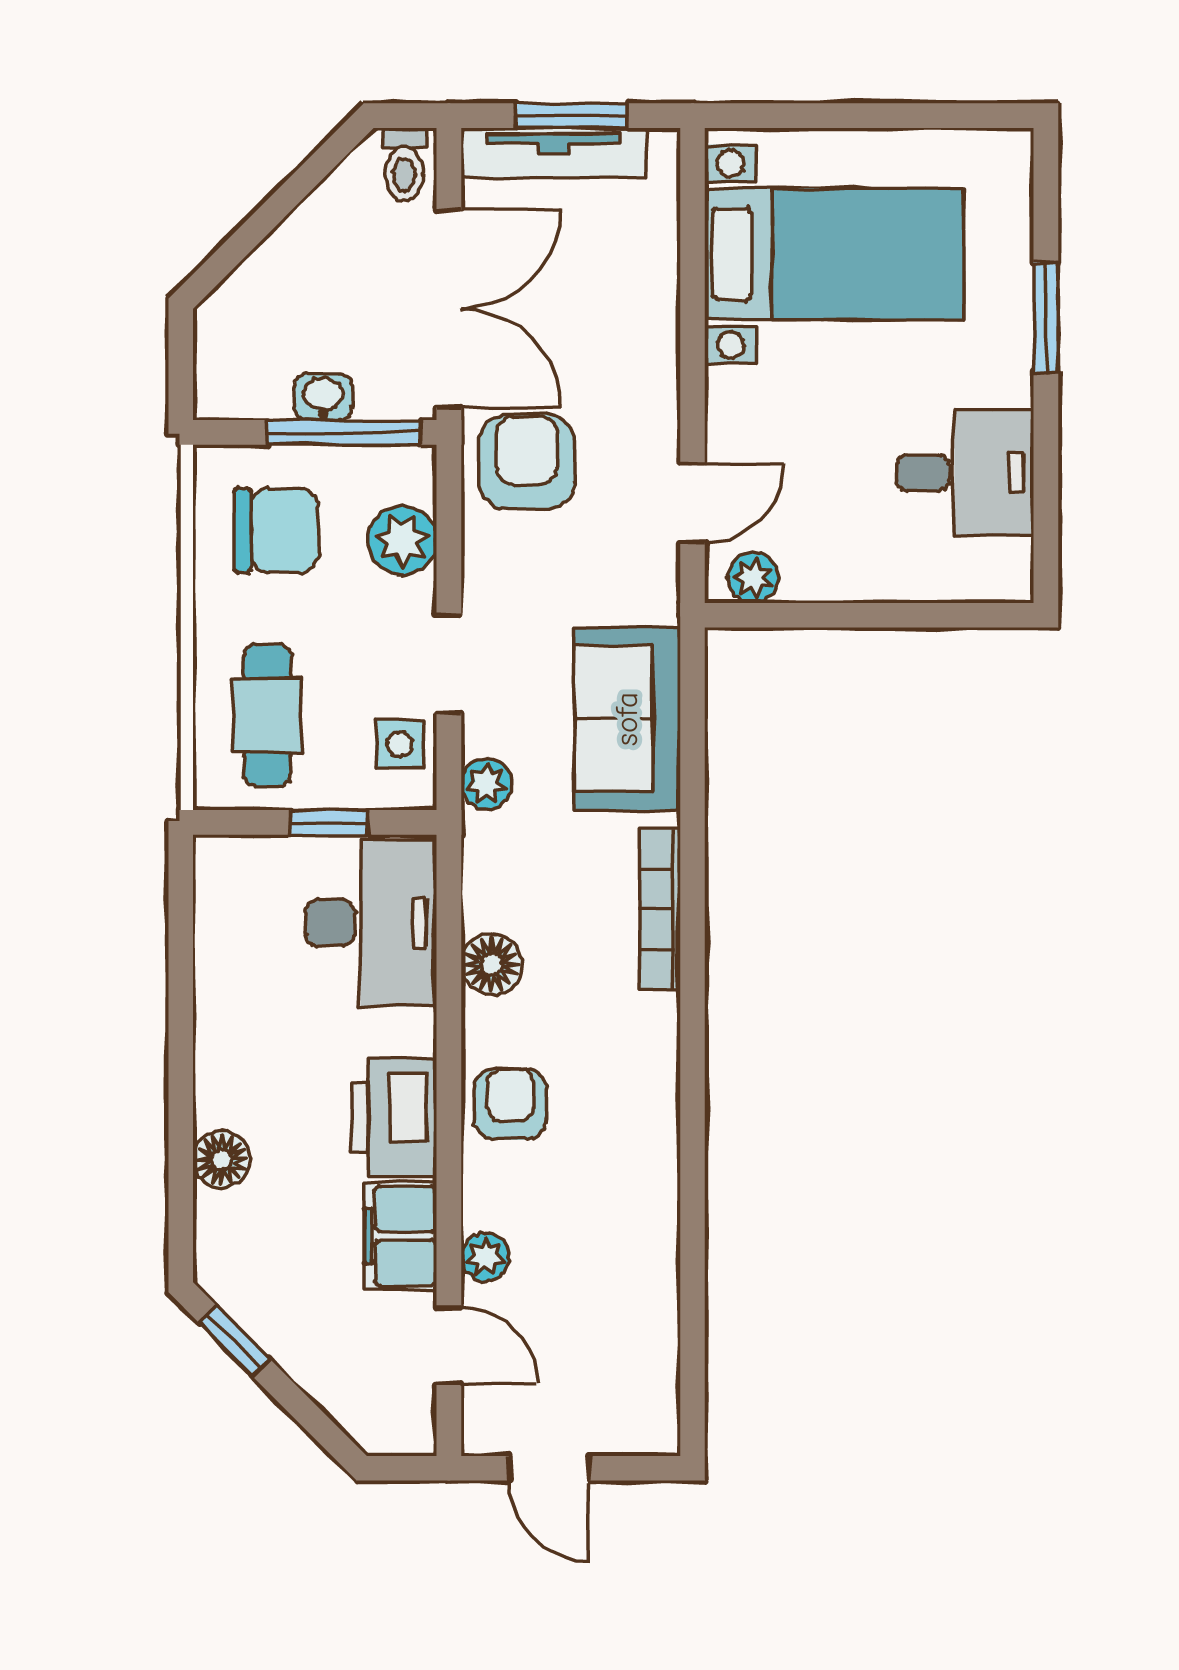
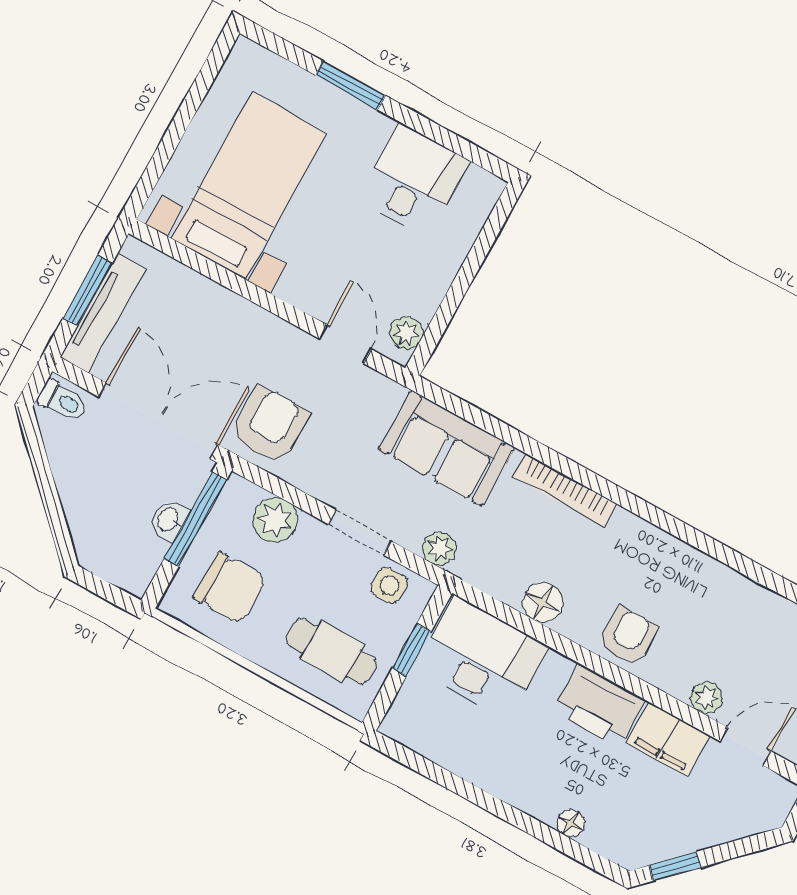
armchair: (527, 462) -> (270, 425), turned 90
chair: (277, 530) -> (230, 588), turned 90
armchair: (510, 1104) -> (628, 636), turned 90
floor lamp: (222, 1159) -> (571, 823), width x0.73, depth x0.73

